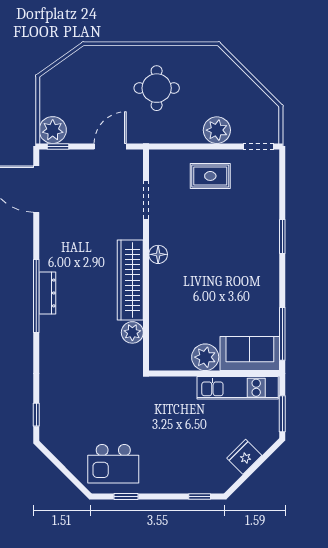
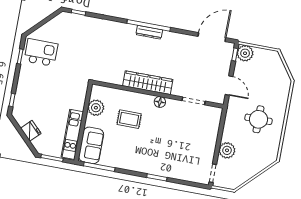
rug: (210, 176) -> (129, 119), moved, turned 90
plant: (132, 332) -> (117, 78), removed
plant: (205, 357) -> (96, 108), moved
kitchen island: (113, 464) -> (41, 52), turned 90

